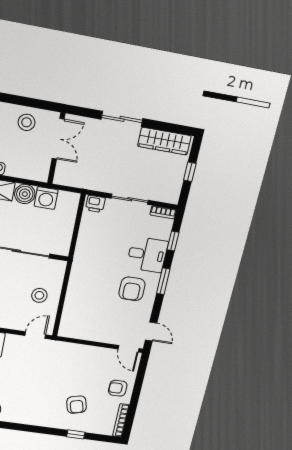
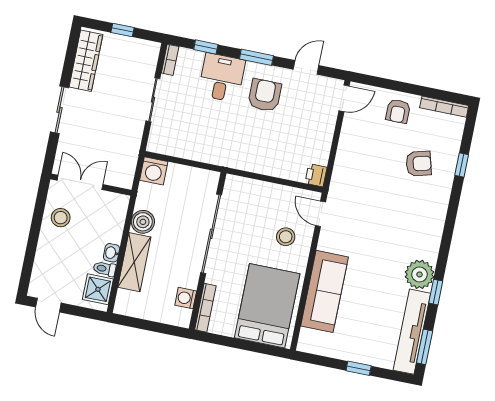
washing machine: (46, 198) -> (154, 171), moved, turned 90
printer: (95, 204) -> (316, 175), moved, turned 180
armchair: (132, 289) -> (265, 95), turned -90
stool: (39, 295) -> (286, 237), moved
door: (151, 331) -> (306, 67), moved

